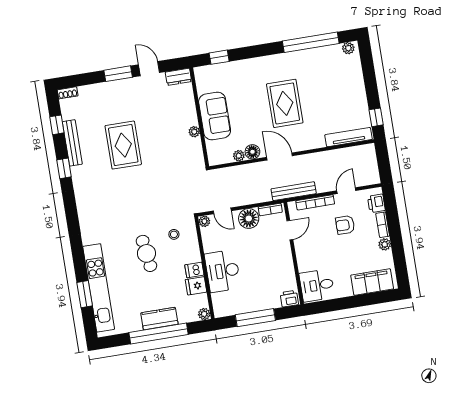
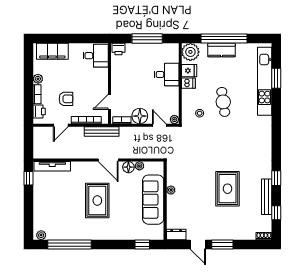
sofa: (215, 116) -> (153, 200), width x1.36
desk: (223, 271) -> (167, 75), width x0.73
plant: (204, 314) -> (190, 52), width x1.88, depth x1.88

